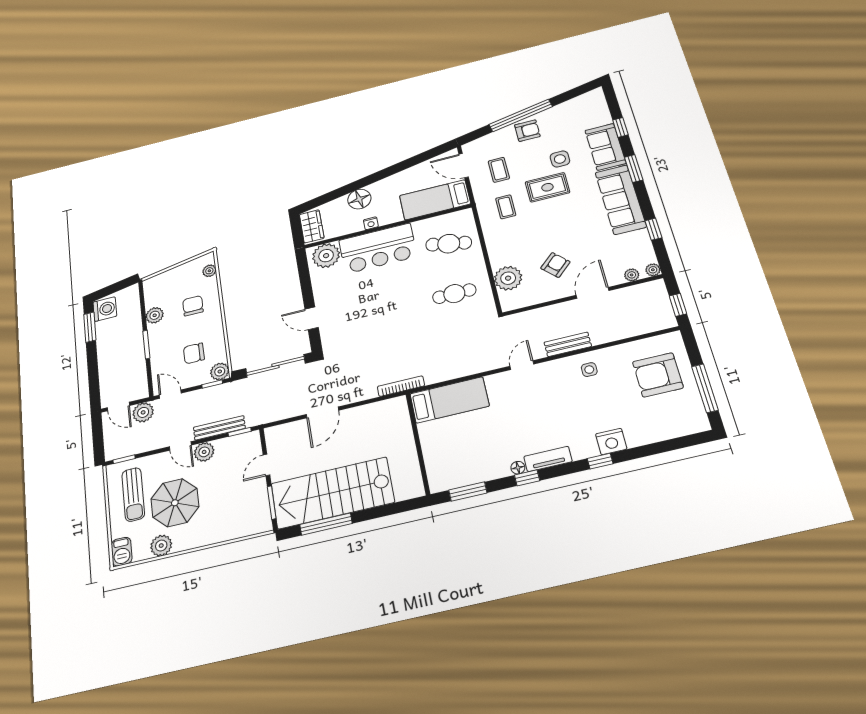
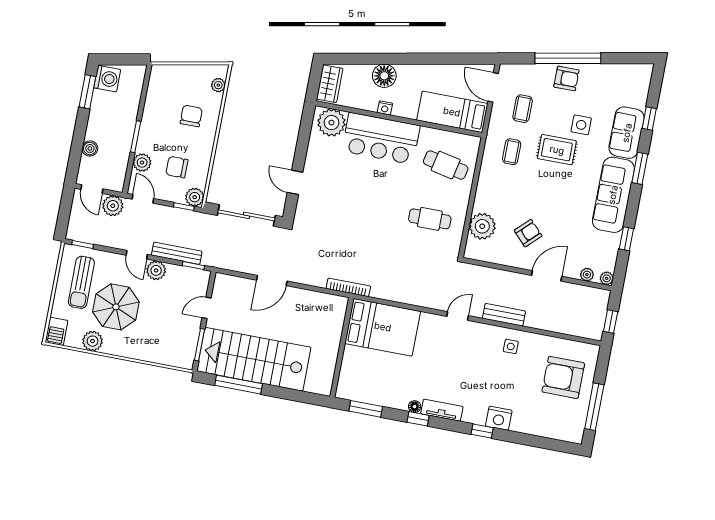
plant: (155, 315) -> (142, 163), moved
boiler: (106, 373) -> (90, 148), added
bed: (449, 400) -> (383, 327), width x1.50

